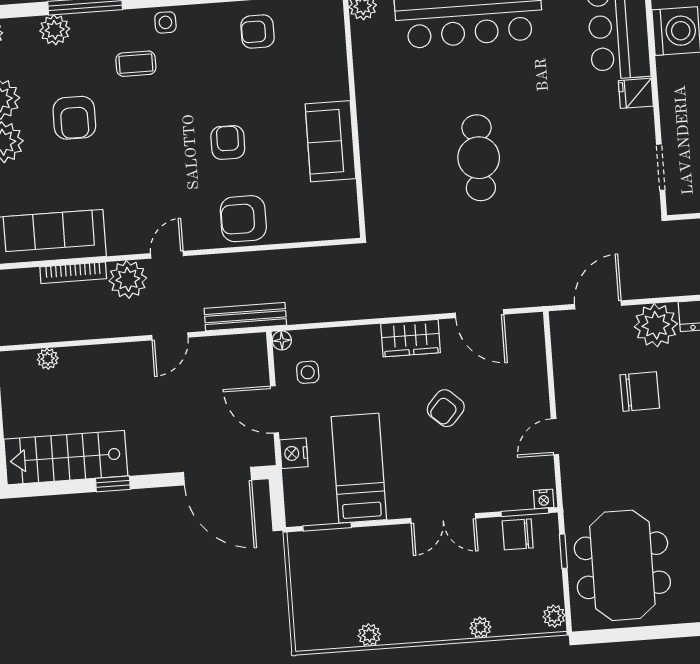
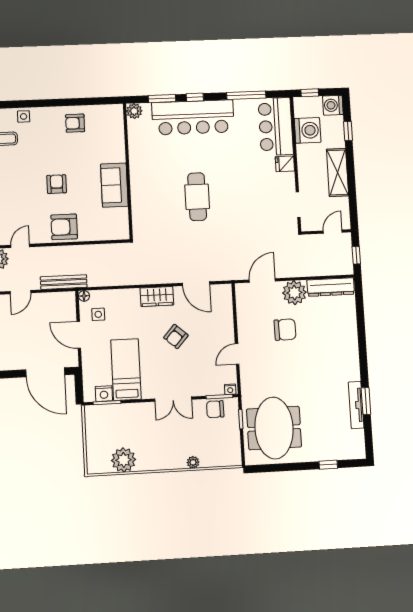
nightstand: (294, 453) -> (104, 394), moved, turned -90
plant: (554, 616) -> (235, 456), removed
plant: (369, 635) -> (124, 460), width x1.88, depth x1.88

